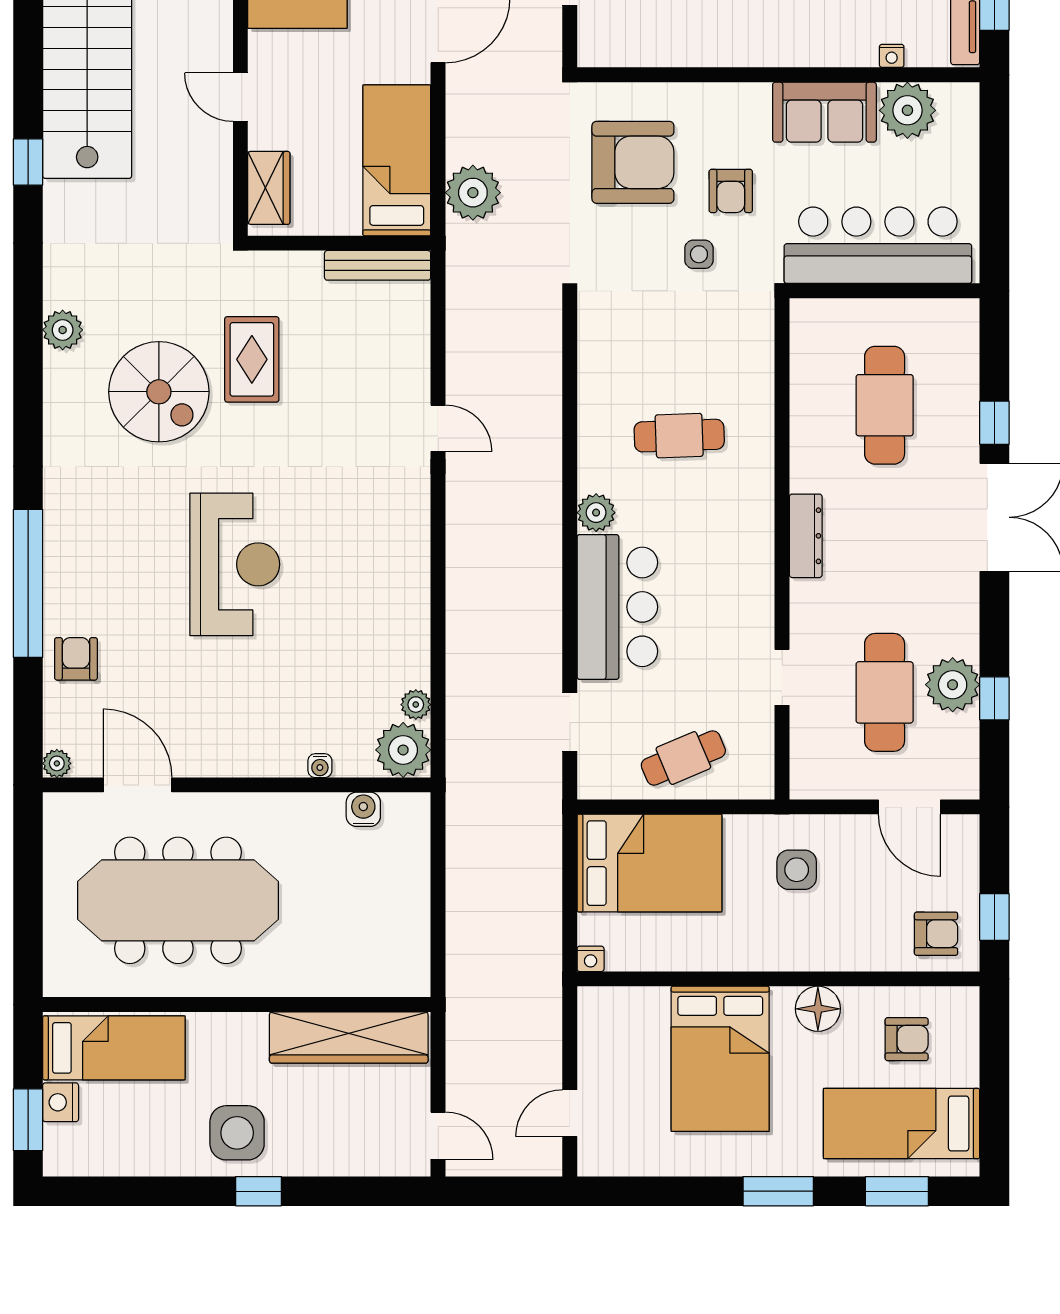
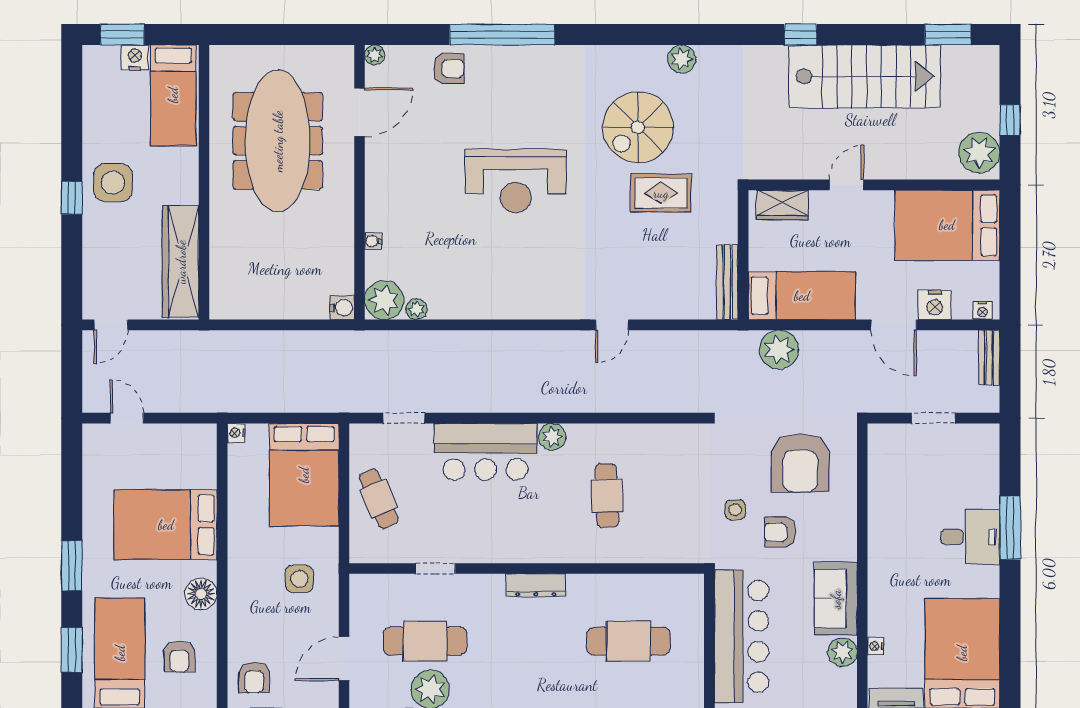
plant: (907, 110) -> (843, 652), width x0.73, depth x0.73
water cooler: (363, 809) -> (342, 308), moved

